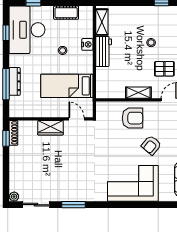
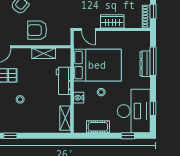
workbench: (104, 51) -> (64, 81), moved
bed: (67, 86) -> (97, 65), width x1.50
shelving: (138, 93) -> (44, 53), moved

